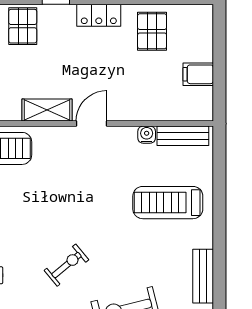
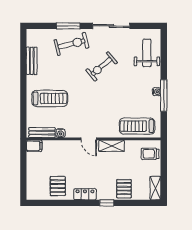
filing cabinet: (198, 74) -> (34, 146), moved
door: (91, 124) -> (89, 139), hinge flipped
exercise bike: (66, 265) -> (102, 66), width x1.38, depth x1.39

